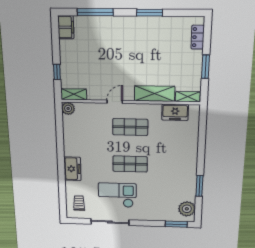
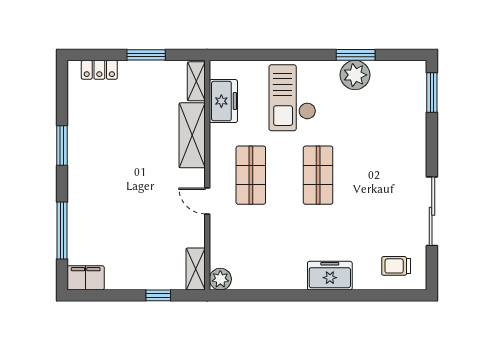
checkout: (117, 195) -> (292, 98), moved
plant: (187, 209) -> (355, 75), moved

